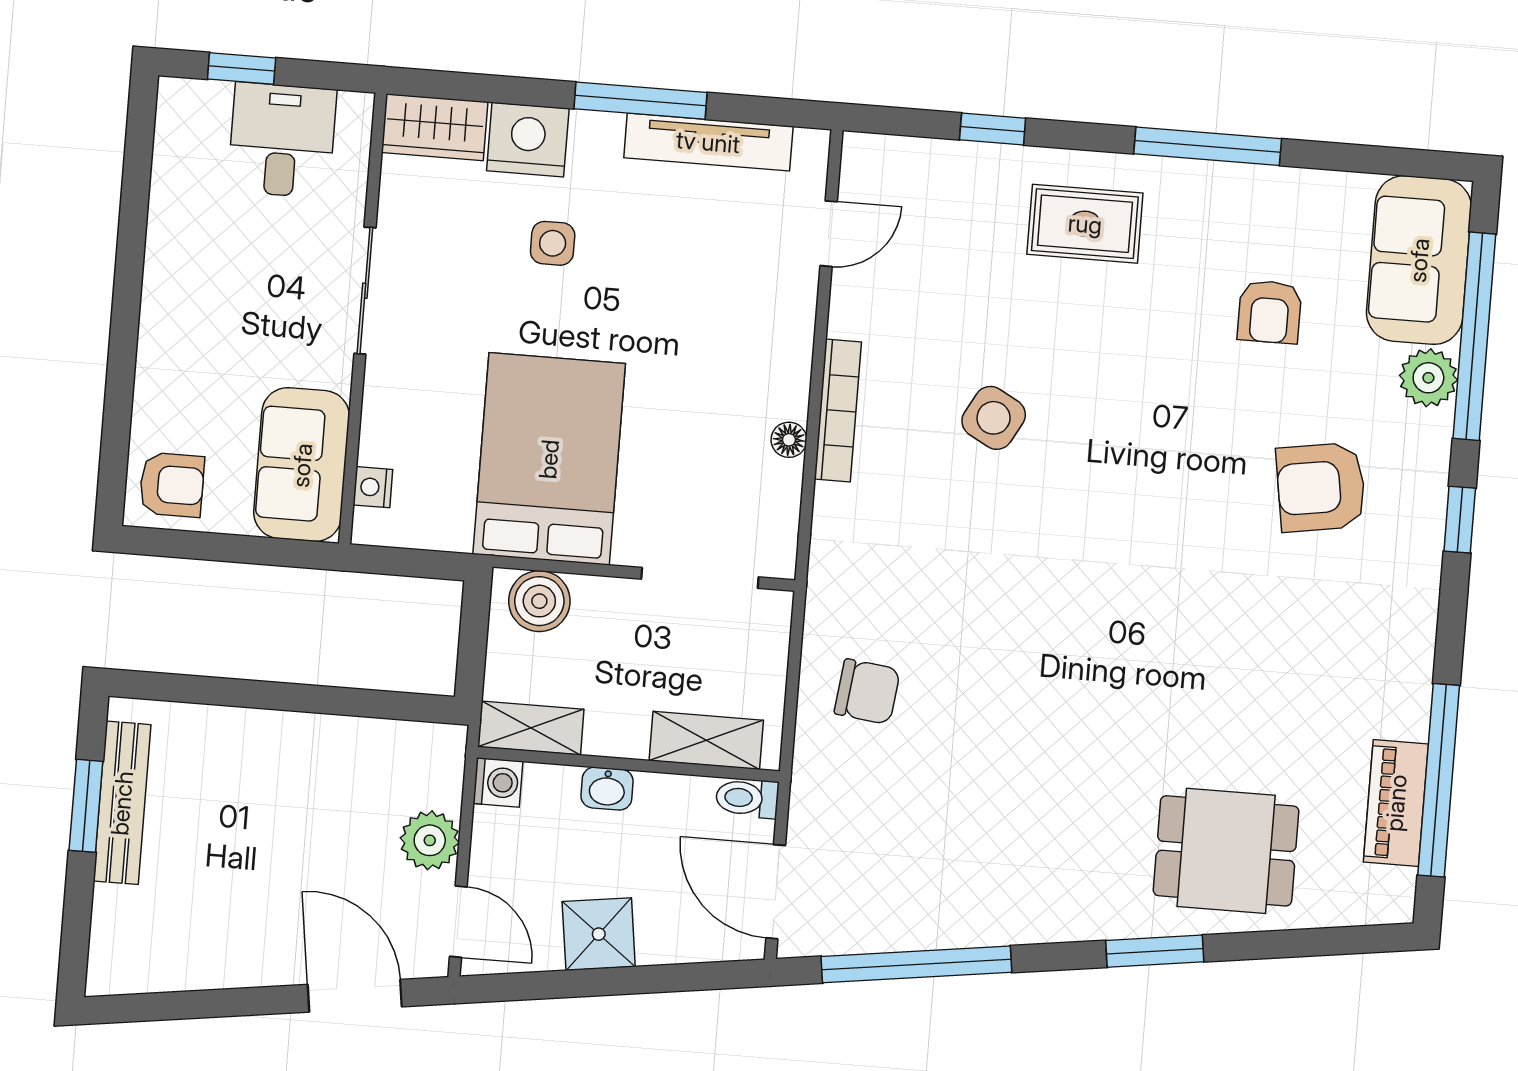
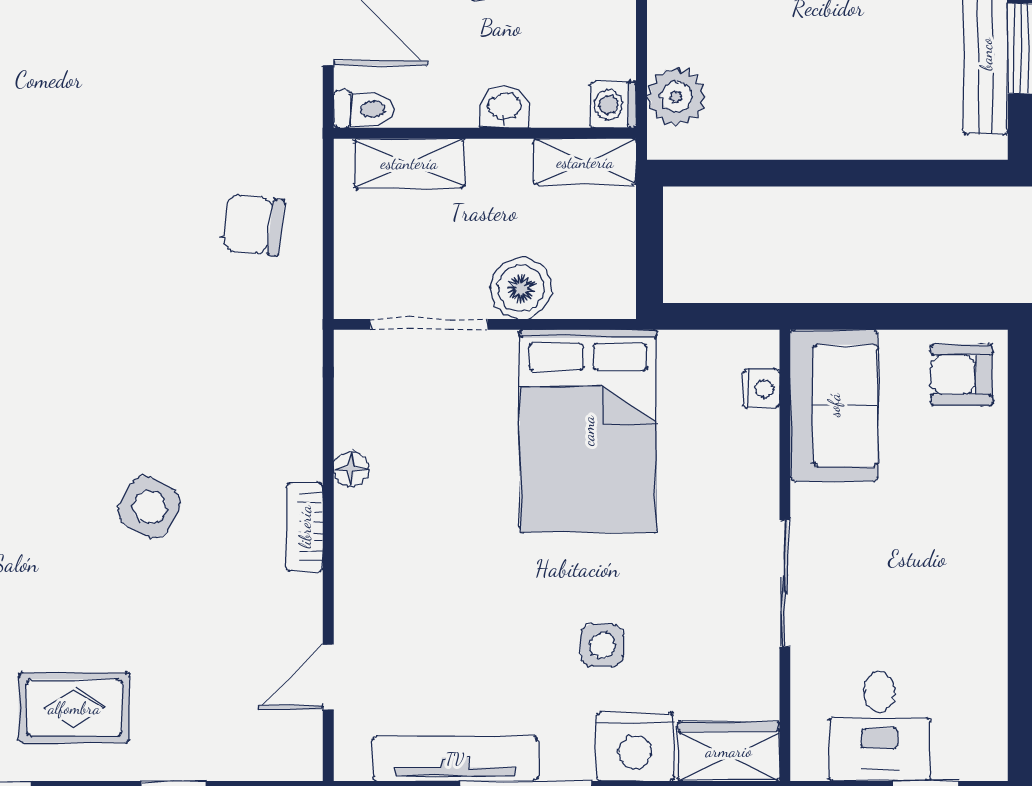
bookcase: (838, 410) -> (305, 527), width x0.64
boiler: (539, 601) -> (521, 288), moved
plant: (430, 840) -> (677, 97), moved

